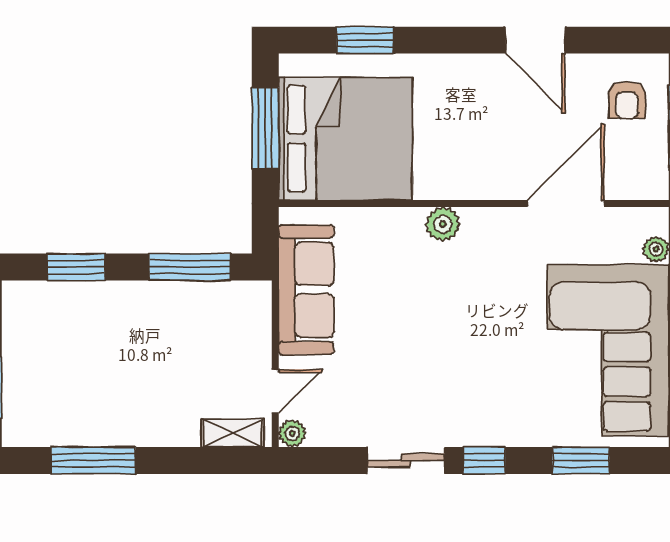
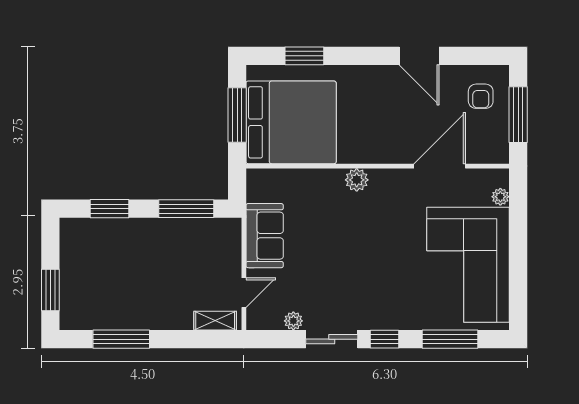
sofa: (306, 290) -> (265, 236), width x0.73
plant: (292, 433) -> (293, 321), moved
window: (581, 460) -> (450, 339), width x1.44

